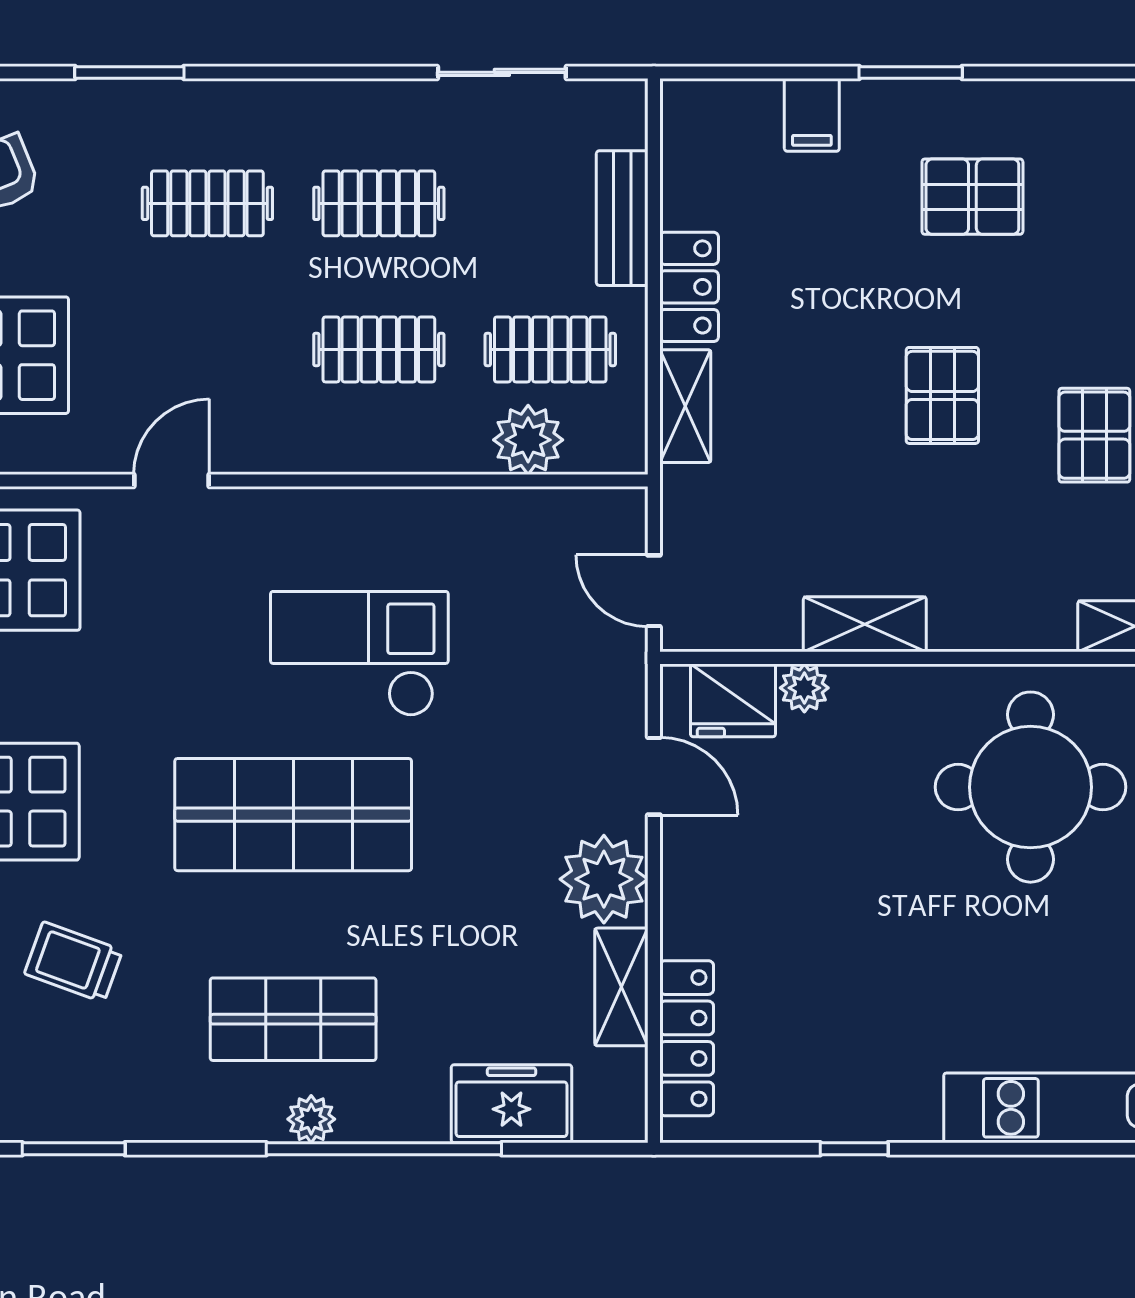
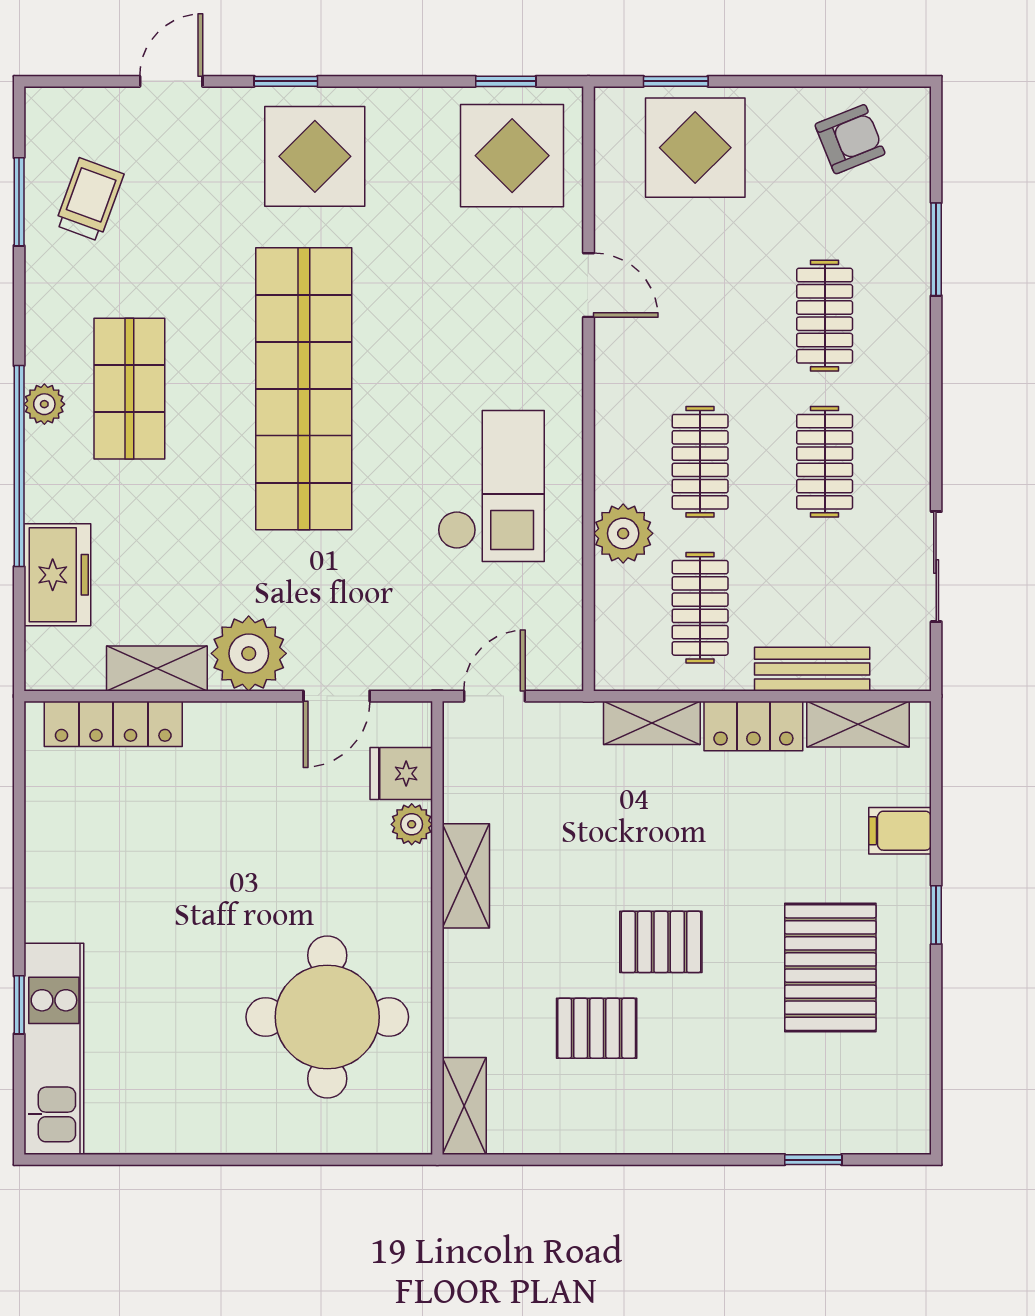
window: (911, 72) -> (936, 915), width x0.67
shelving: (687, 164) -> (858, 724), added
pallet: (972, 197) -> (830, 968), width x1.50, depth x1.42
pallet: (1094, 435) -> (597, 1028), moved
plant: (528, 440) -> (623, 533), moved
checkout: (359, 654) -> (491, 486), moved
fridge: (733, 700) -> (401, 774), width x0.72
shop shelf: (293, 815) -> (304, 389), width x1.40
trolley: (73, 962) -> (89, 200), moved
window: (854, 1149) -> (19, 1005), moved

